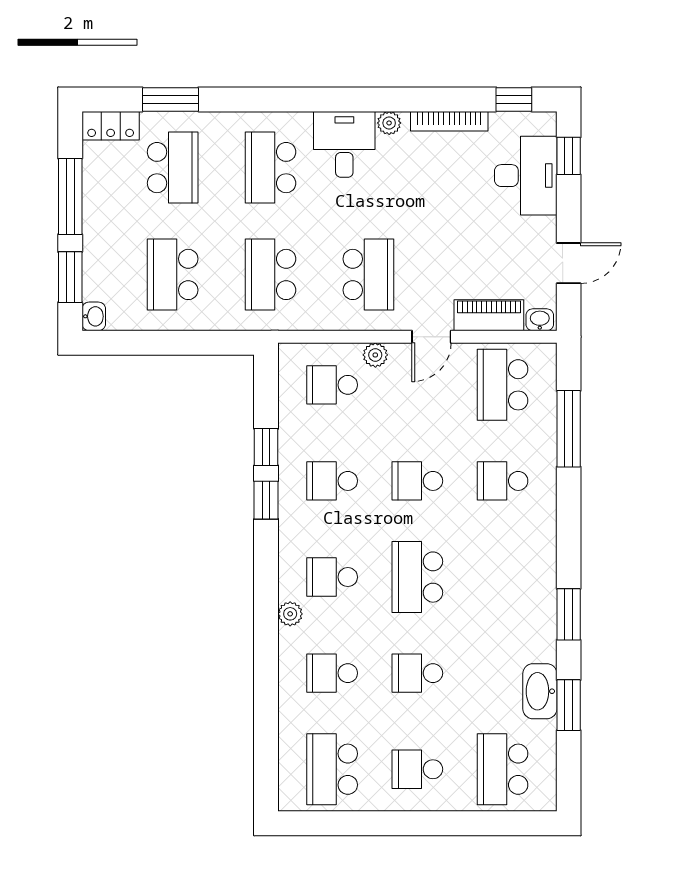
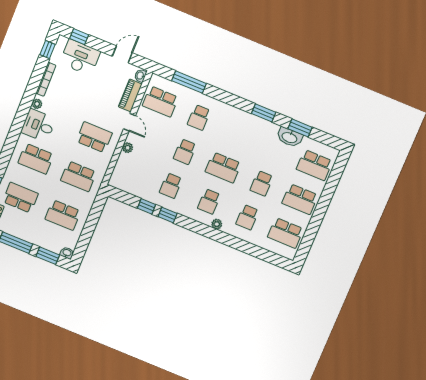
door: (569, 263) -> (122, 54), hinge flipped
school desk: (332, 385) -> (132, 170), removed
school desk: (417, 769) -> (300, 199), width x1.85

